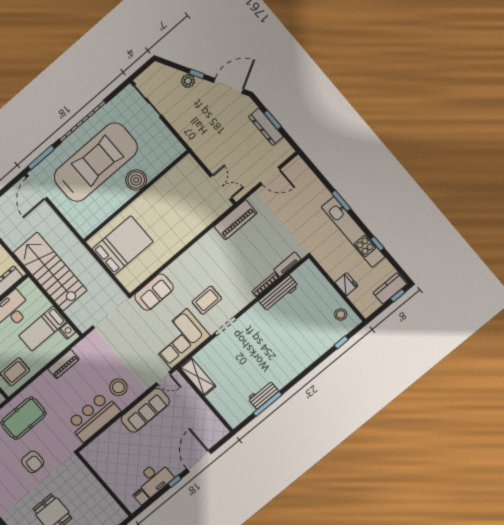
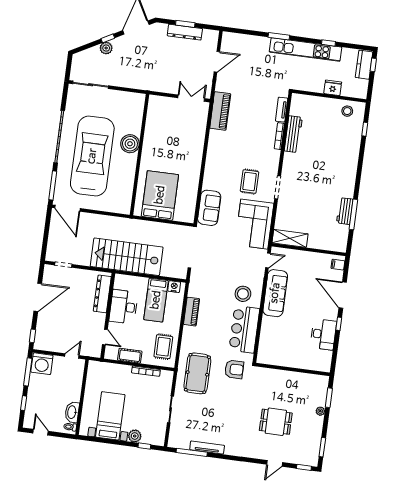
armchair: (33, 462) -> (234, 369), moved
filing cabinet: (141, 497) -> (338, 265), moved

